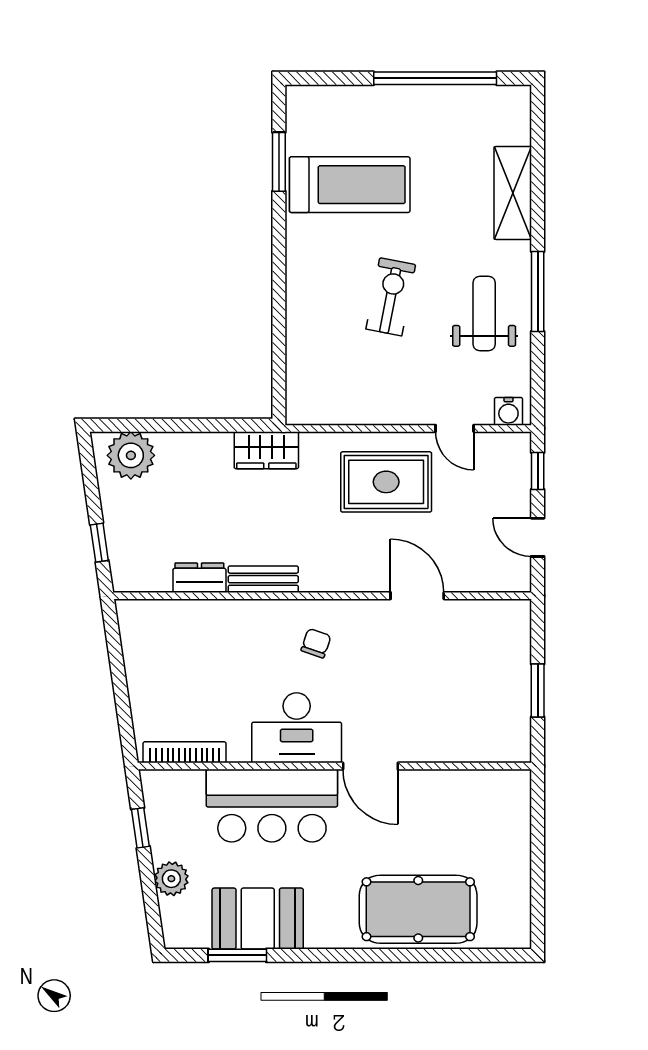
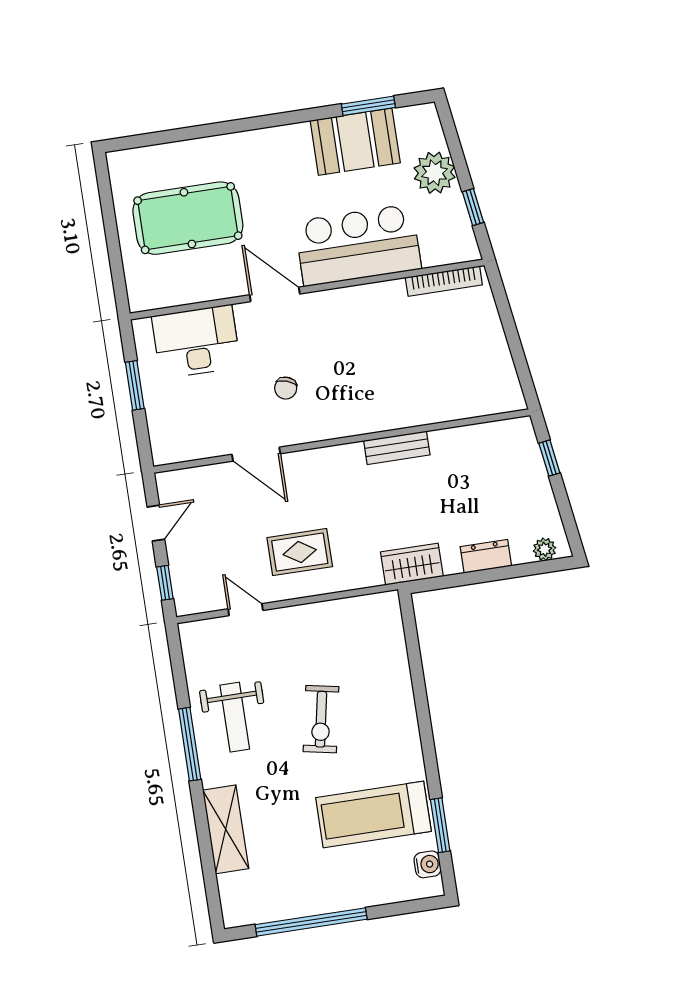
water cooler: (508, 411) -> (428, 864), moved, turned 90
plant: (131, 455) -> (544, 549), width x0.53, depth x0.53
rug: (386, 482) -> (300, 552), width x0.73, depth x0.70
door: (538, 537) -> (156, 523), hinge flipped
dresser: (199, 578) -> (486, 556), moved, turned 180
chair: (316, 643) -> (286, 388), moved
desk: (297, 728) -> (196, 342), moved
plant: (171, 879) -> (435, 173), width x1.36, depth x1.36
pool table: (418, 909) -> (188, 218), moved

